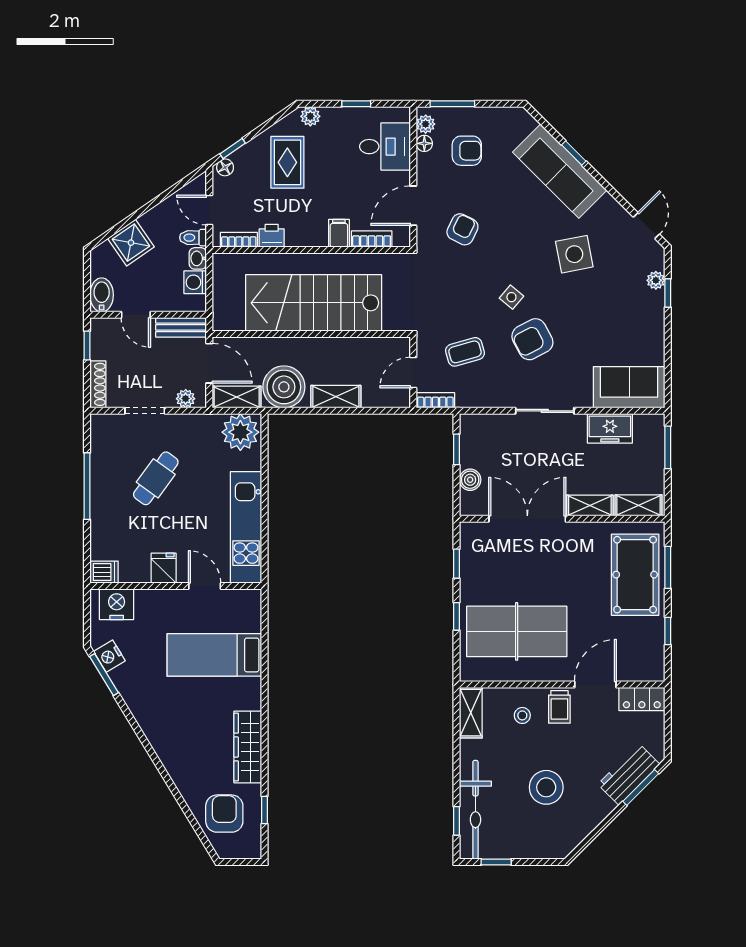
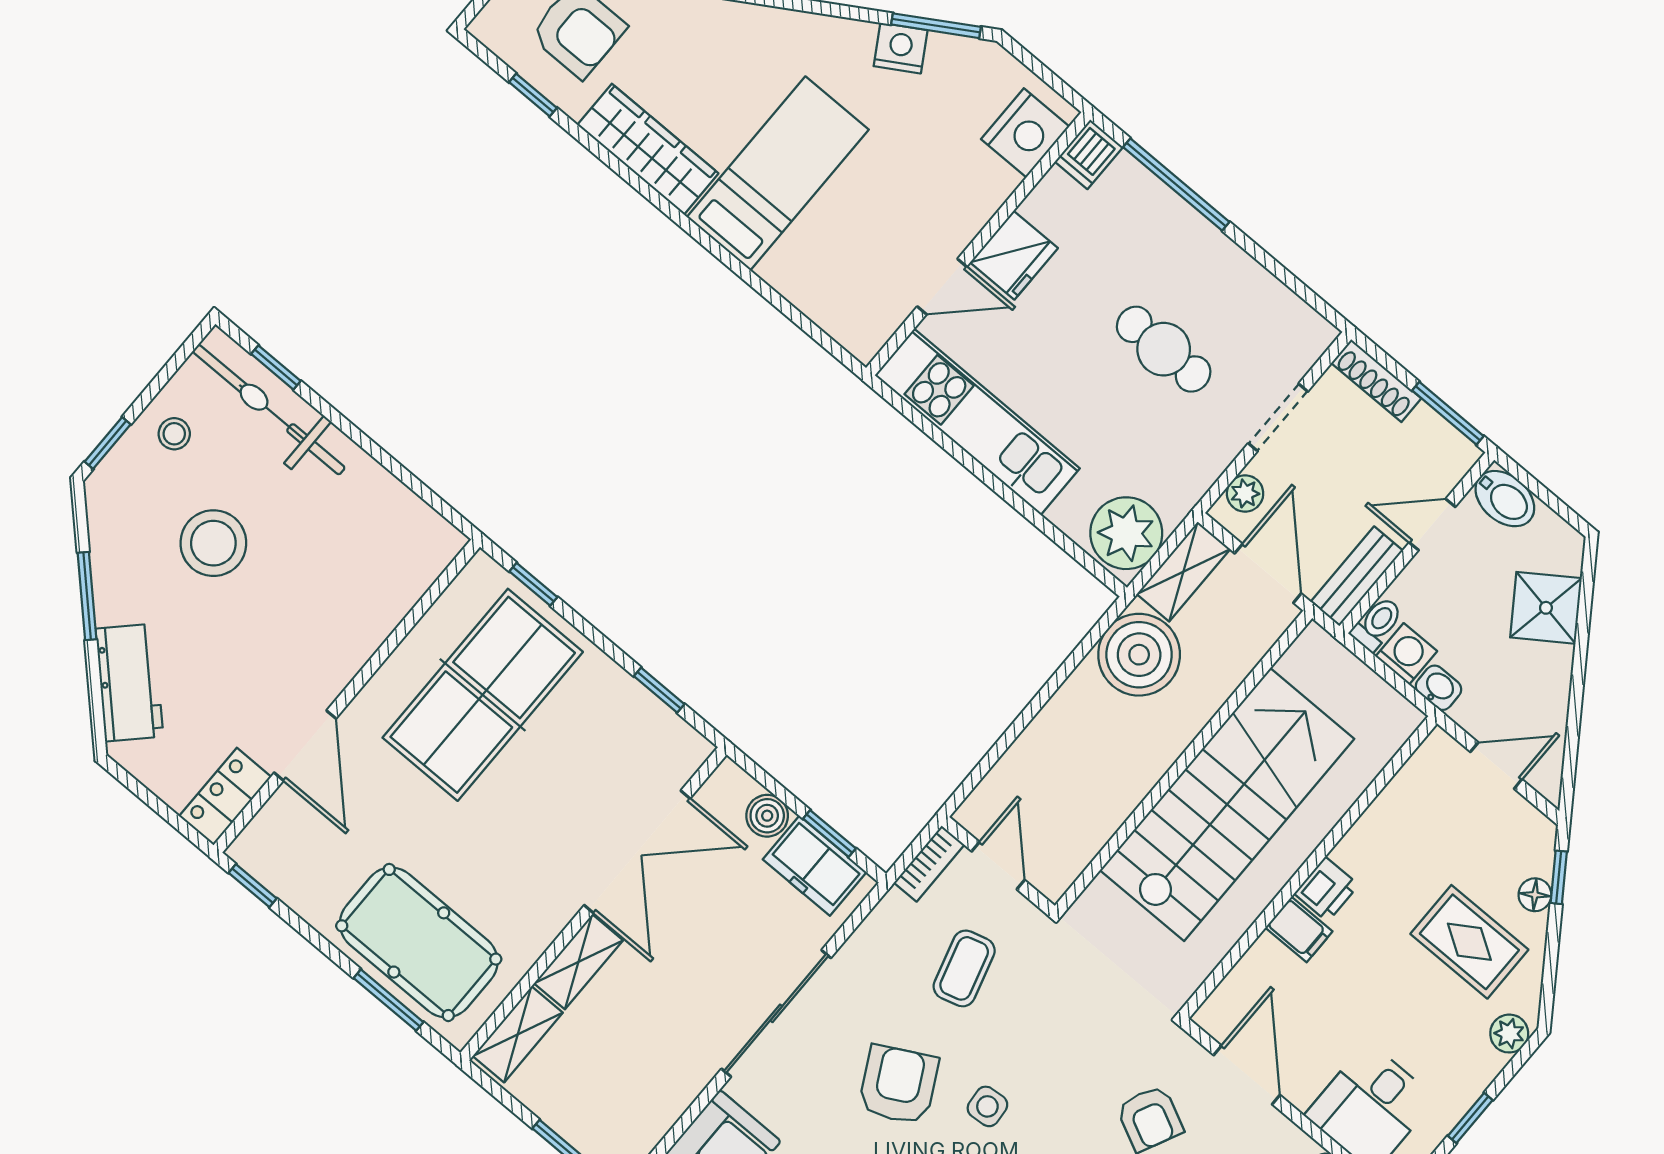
floor lamp: (225, 167) -> (1535, 895), moved
printer: (272, 236) -> (1326, 889), moved
toilet: (193, 238) -> (1377, 624), moved
bookcase: (372, 239) -> (1249, 971), removed
bookcase: (239, 240) -> (1415, 772), removed
side table: (511, 297) -> (987, 1106), turned 45
window: (87, 345) -> (1448, 413), width x1.50
door: (209, 363) -> (1268, 573), swing flipped
shelving: (336, 397) -> (1059, 720), removed
sliding door: (545, 411) -> (776, 1013), width x1.37
freezer: (610, 428) -> (815, 866), moved, turned -90
cafe table: (156, 478) -> (1164, 349), turned -36
window: (87, 486) -> (1176, 185), moved
fridge: (164, 568) -> (1014, 255), width x1.38
window: (457, 616) -> (533, 584), moved
window: (668, 631) -> (253, 886), moved
bed: (214, 655) -> (778, 173), moved
nightstand: (109, 656) -> (901, 48), moved
trolley: (559, 707) -> (317, 664), removed
shelving: (471, 713) -> (419, 525), removed
stool: (522, 715) -> (174, 434), moved
window: (641, 787) -> (87, 596), moved
window: (496, 862) -> (108, 443), moved

